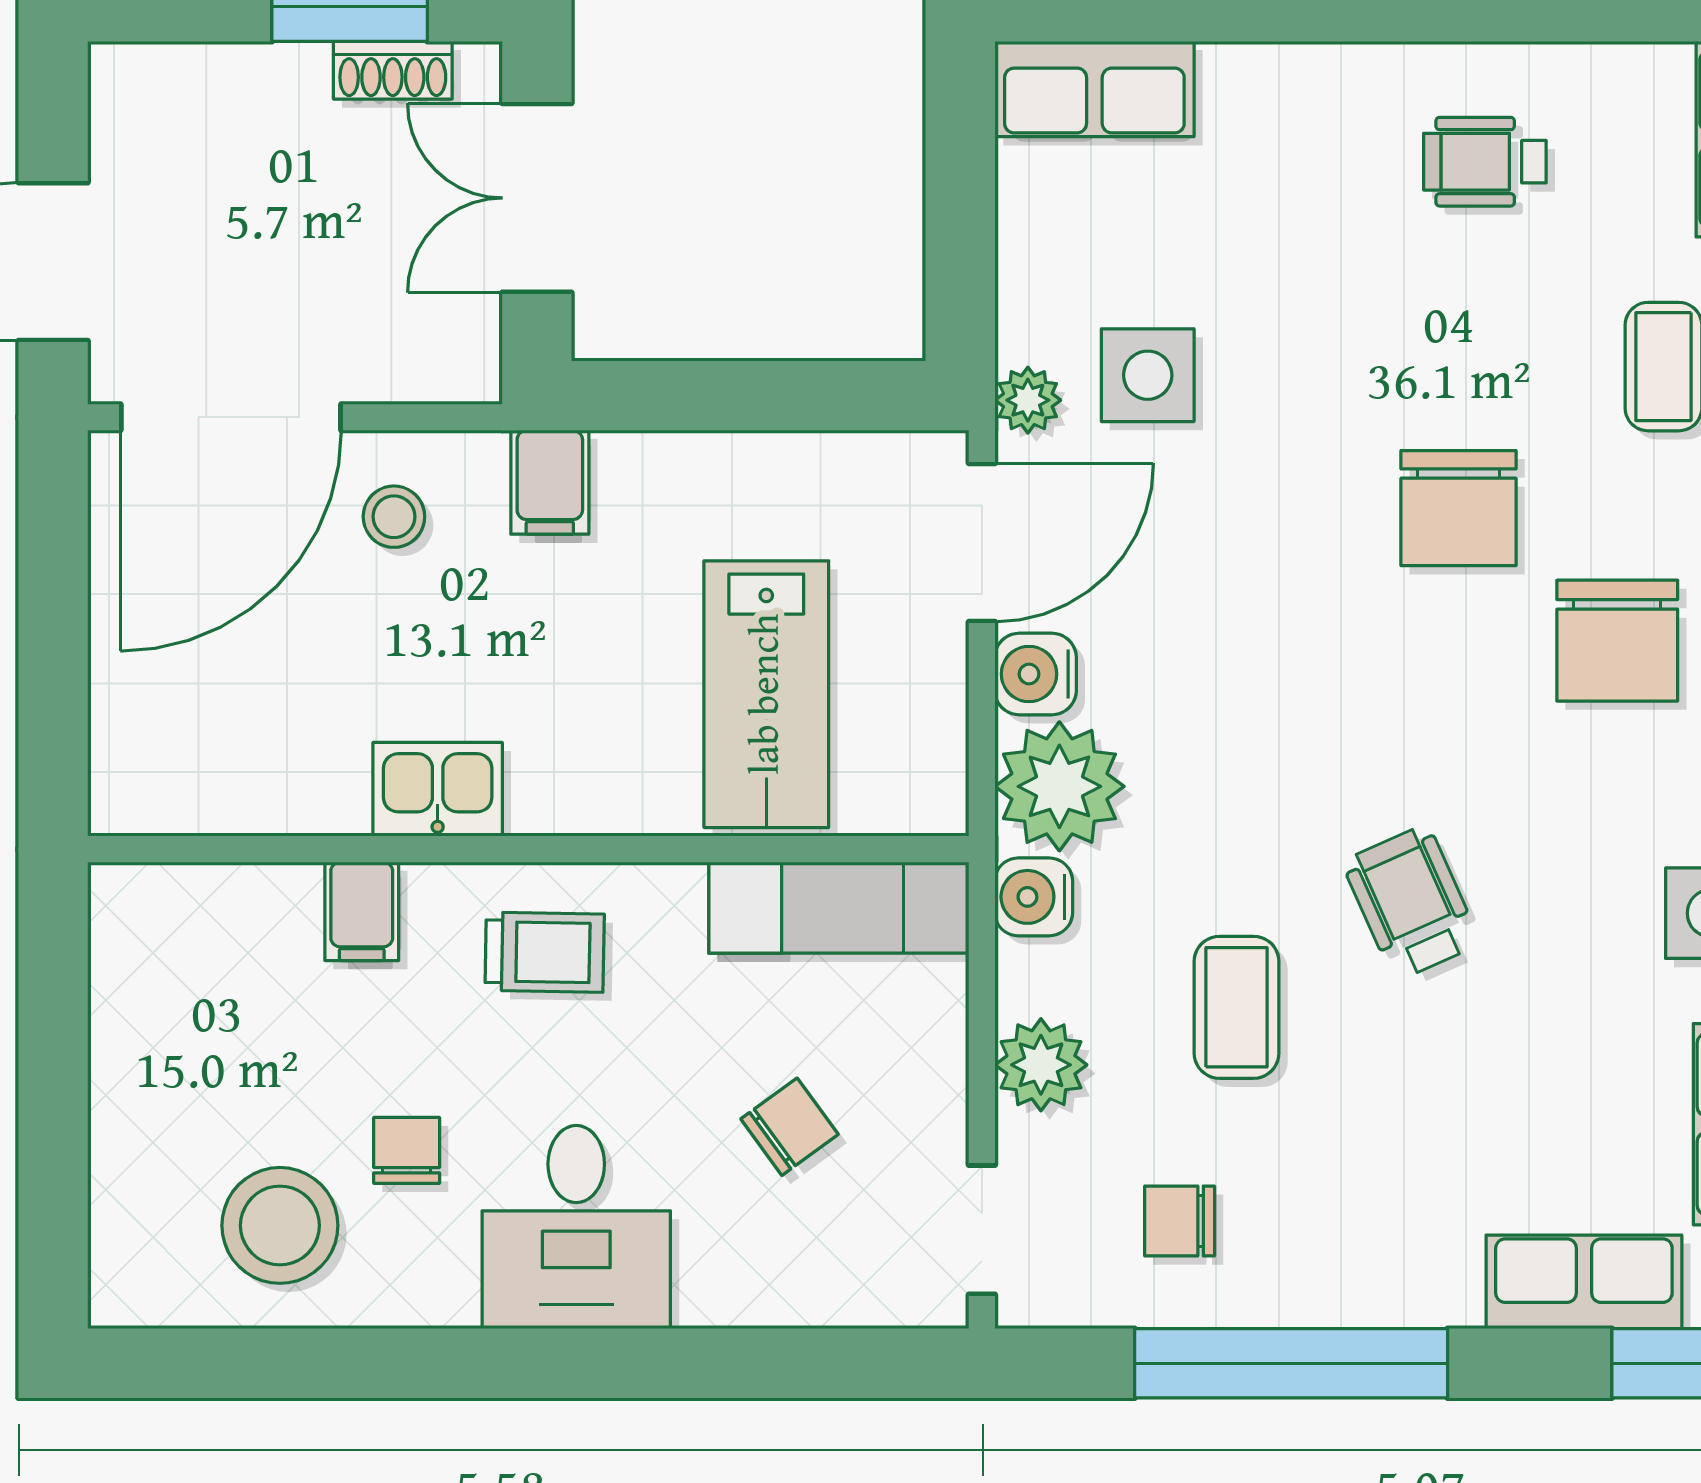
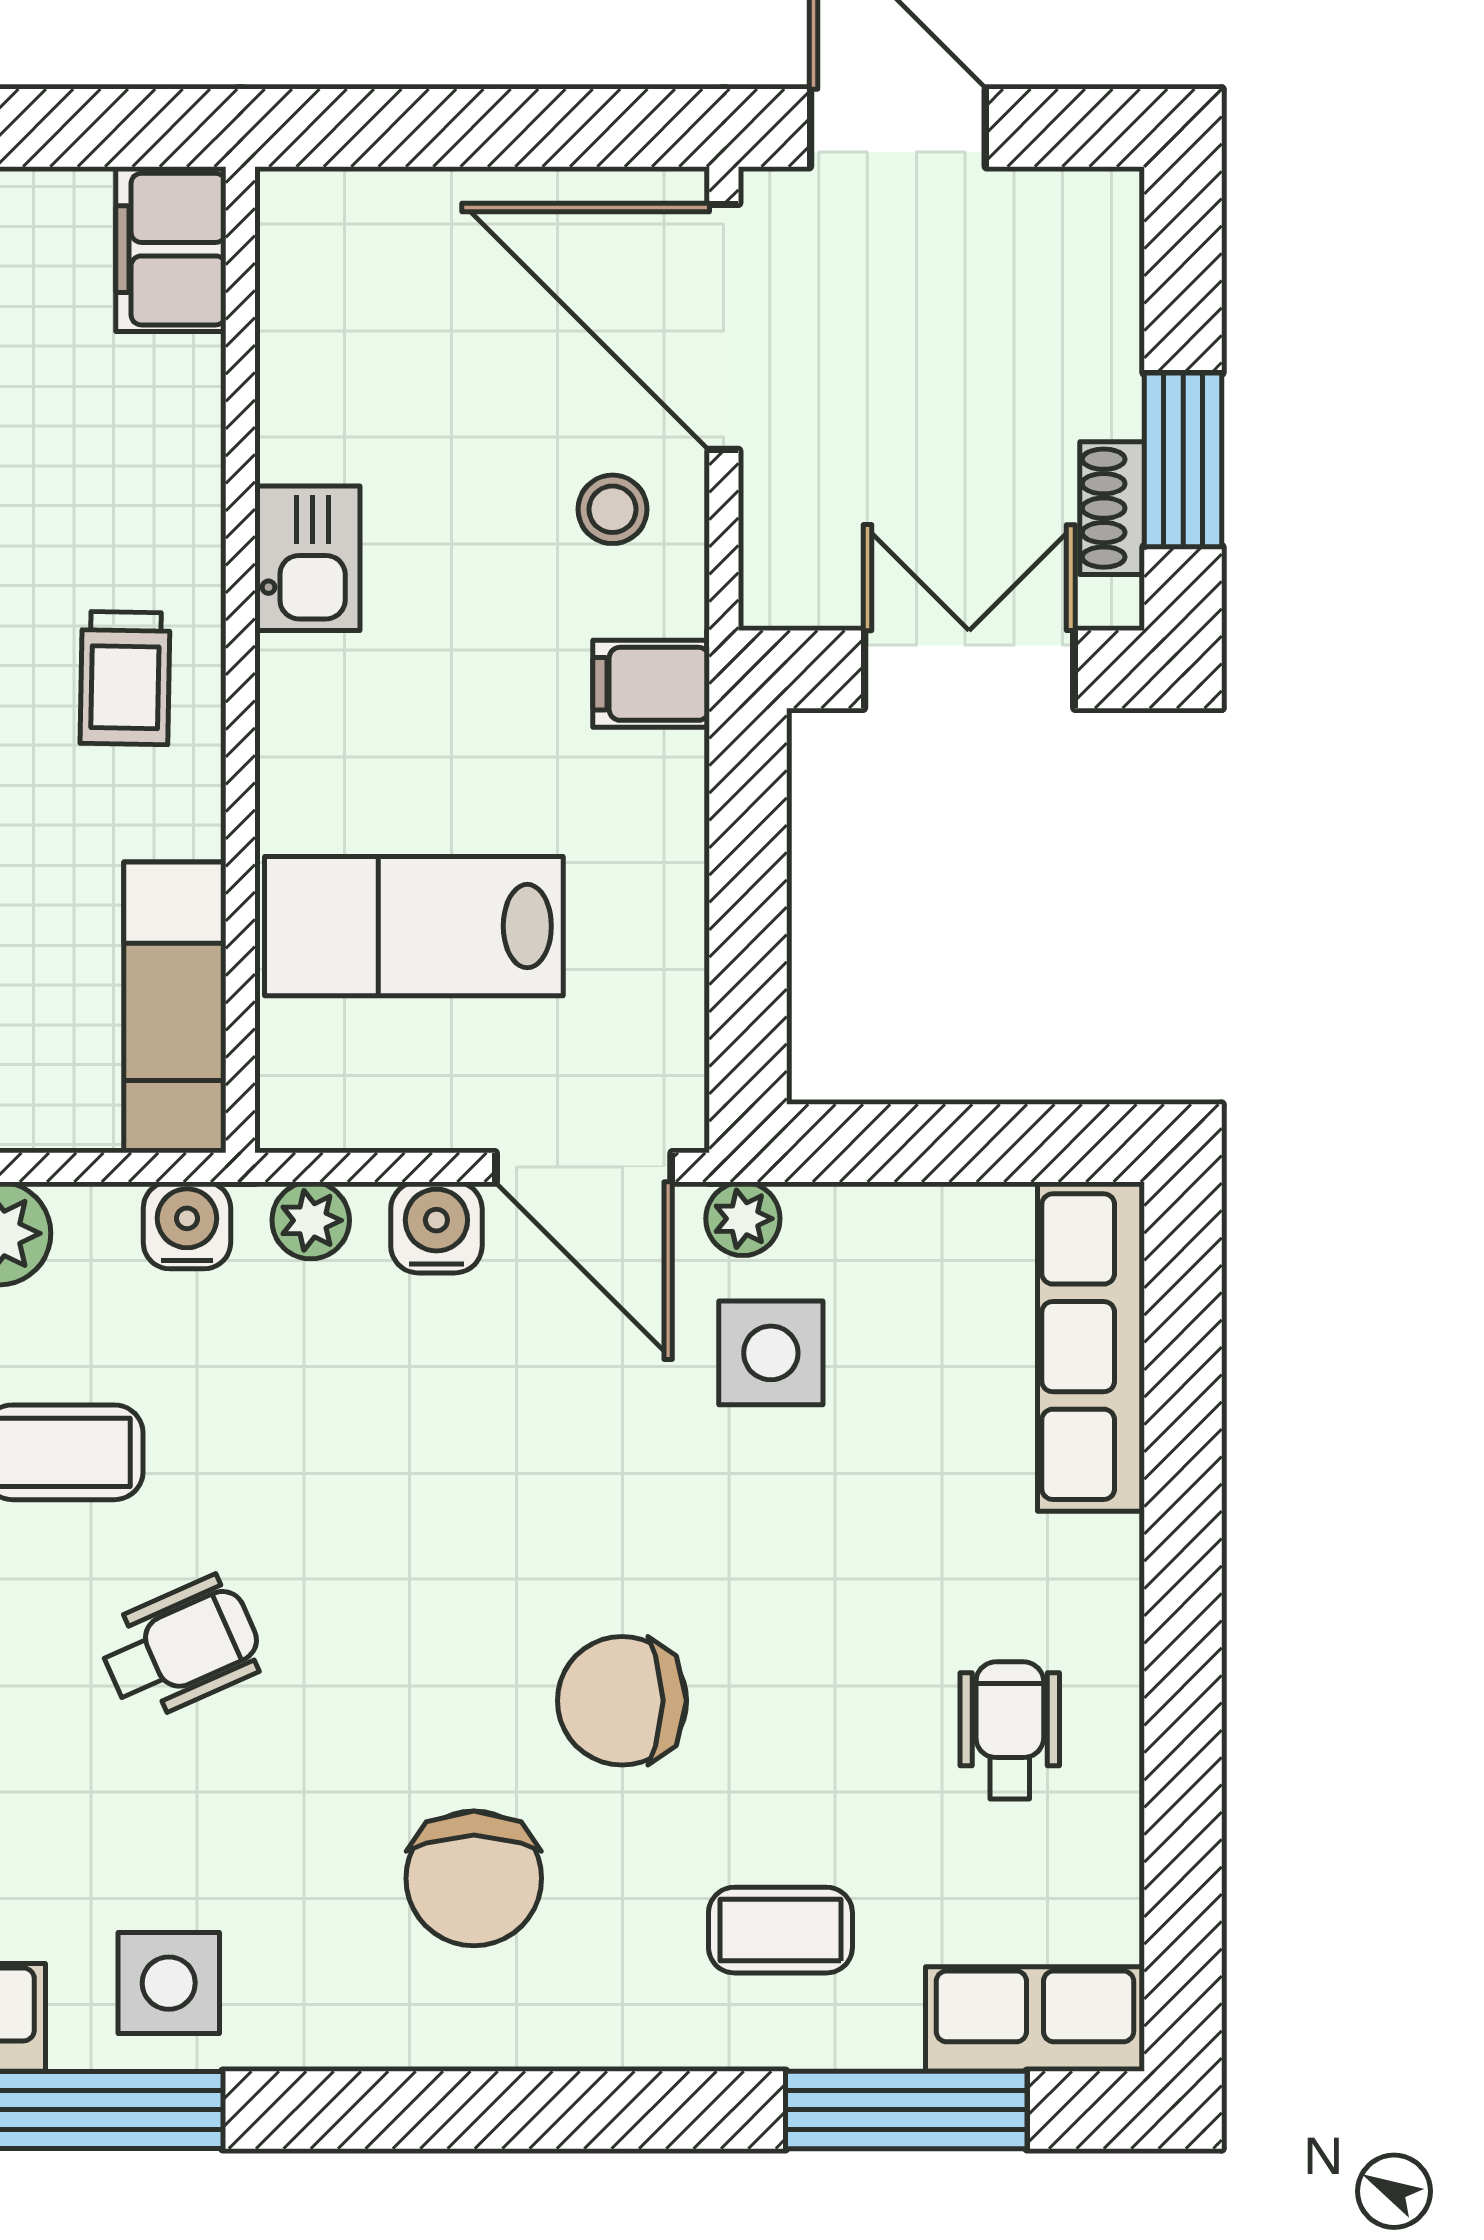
row of seats: (1094, 89) -> (1091, 1347), width x1.48
chair: (1617, 641) -> (474, 1878), turned -90
plant: (1059, 786) -> (311, 1220), width x0.53, depth x0.53
filing cabinet: (362, 911) -> (171, 249), moved, width x2.00

